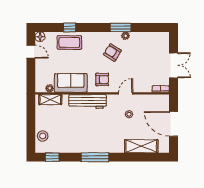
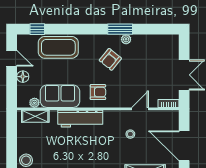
window: (70, 27) -> (37, 29), moved
floor lamp: (40, 37) -> (23, 77), moved
coffee table: (69, 42) -> (58, 47), width x1.36, depth x1.32
armchair: (112, 52) -> (110, 59), turned -83
door: (126, 93) -> (140, 109), moved

